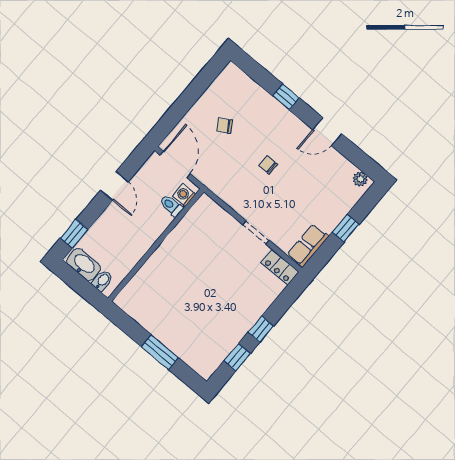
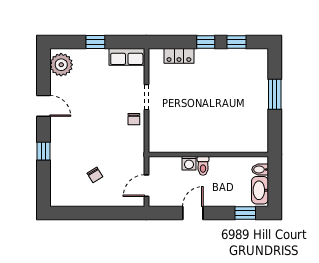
door: (175, 164) -> (146, 186), width x0.73
chair: (268, 165) -> (134, 119), moved
plant: (360, 179) -> (61, 65), width x1.87, depth x1.87
washing machine: (184, 195) -> (189, 163), moved
toilet: (171, 206) -> (203, 166), moved
locker: (280, 267) -> (179, 56), moved, turned 90

